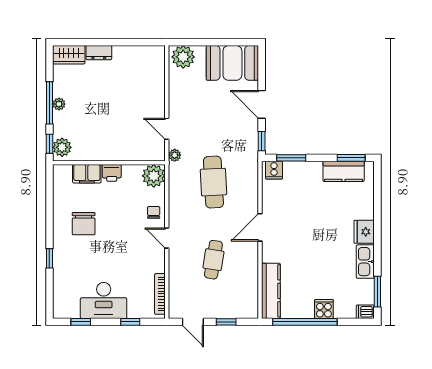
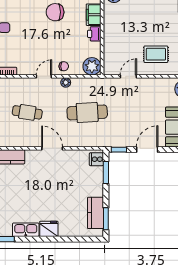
rug: (138, 93) -> (156, 54), added
plant: (175, 155) -> (66, 82), moved

